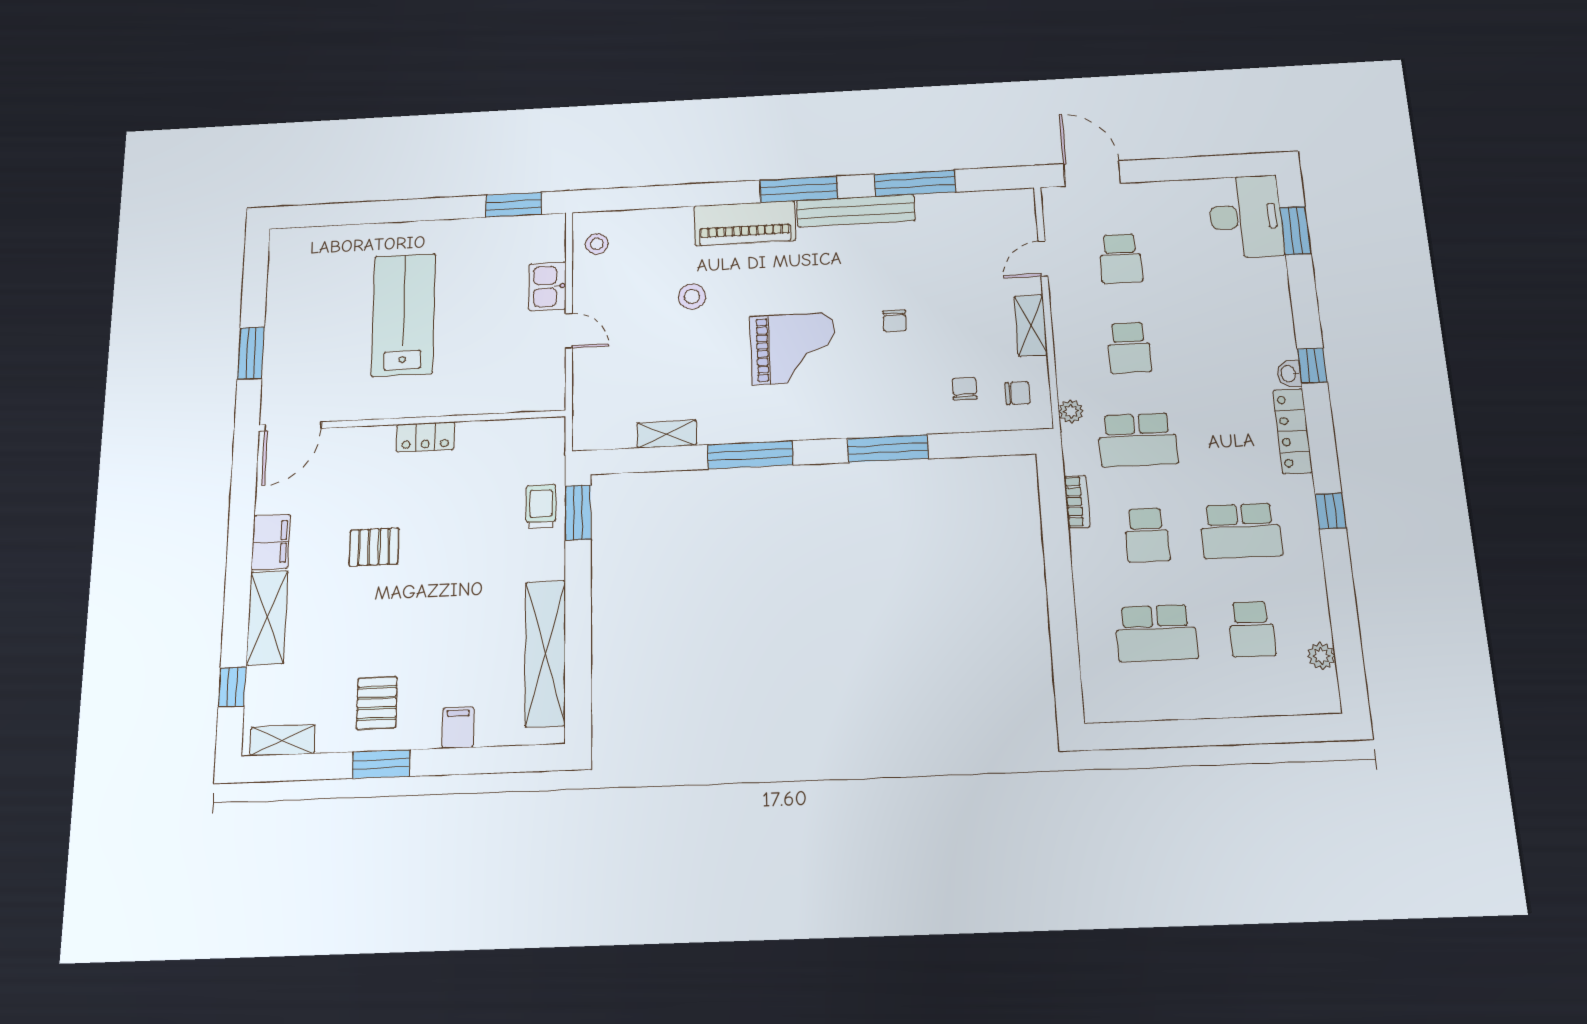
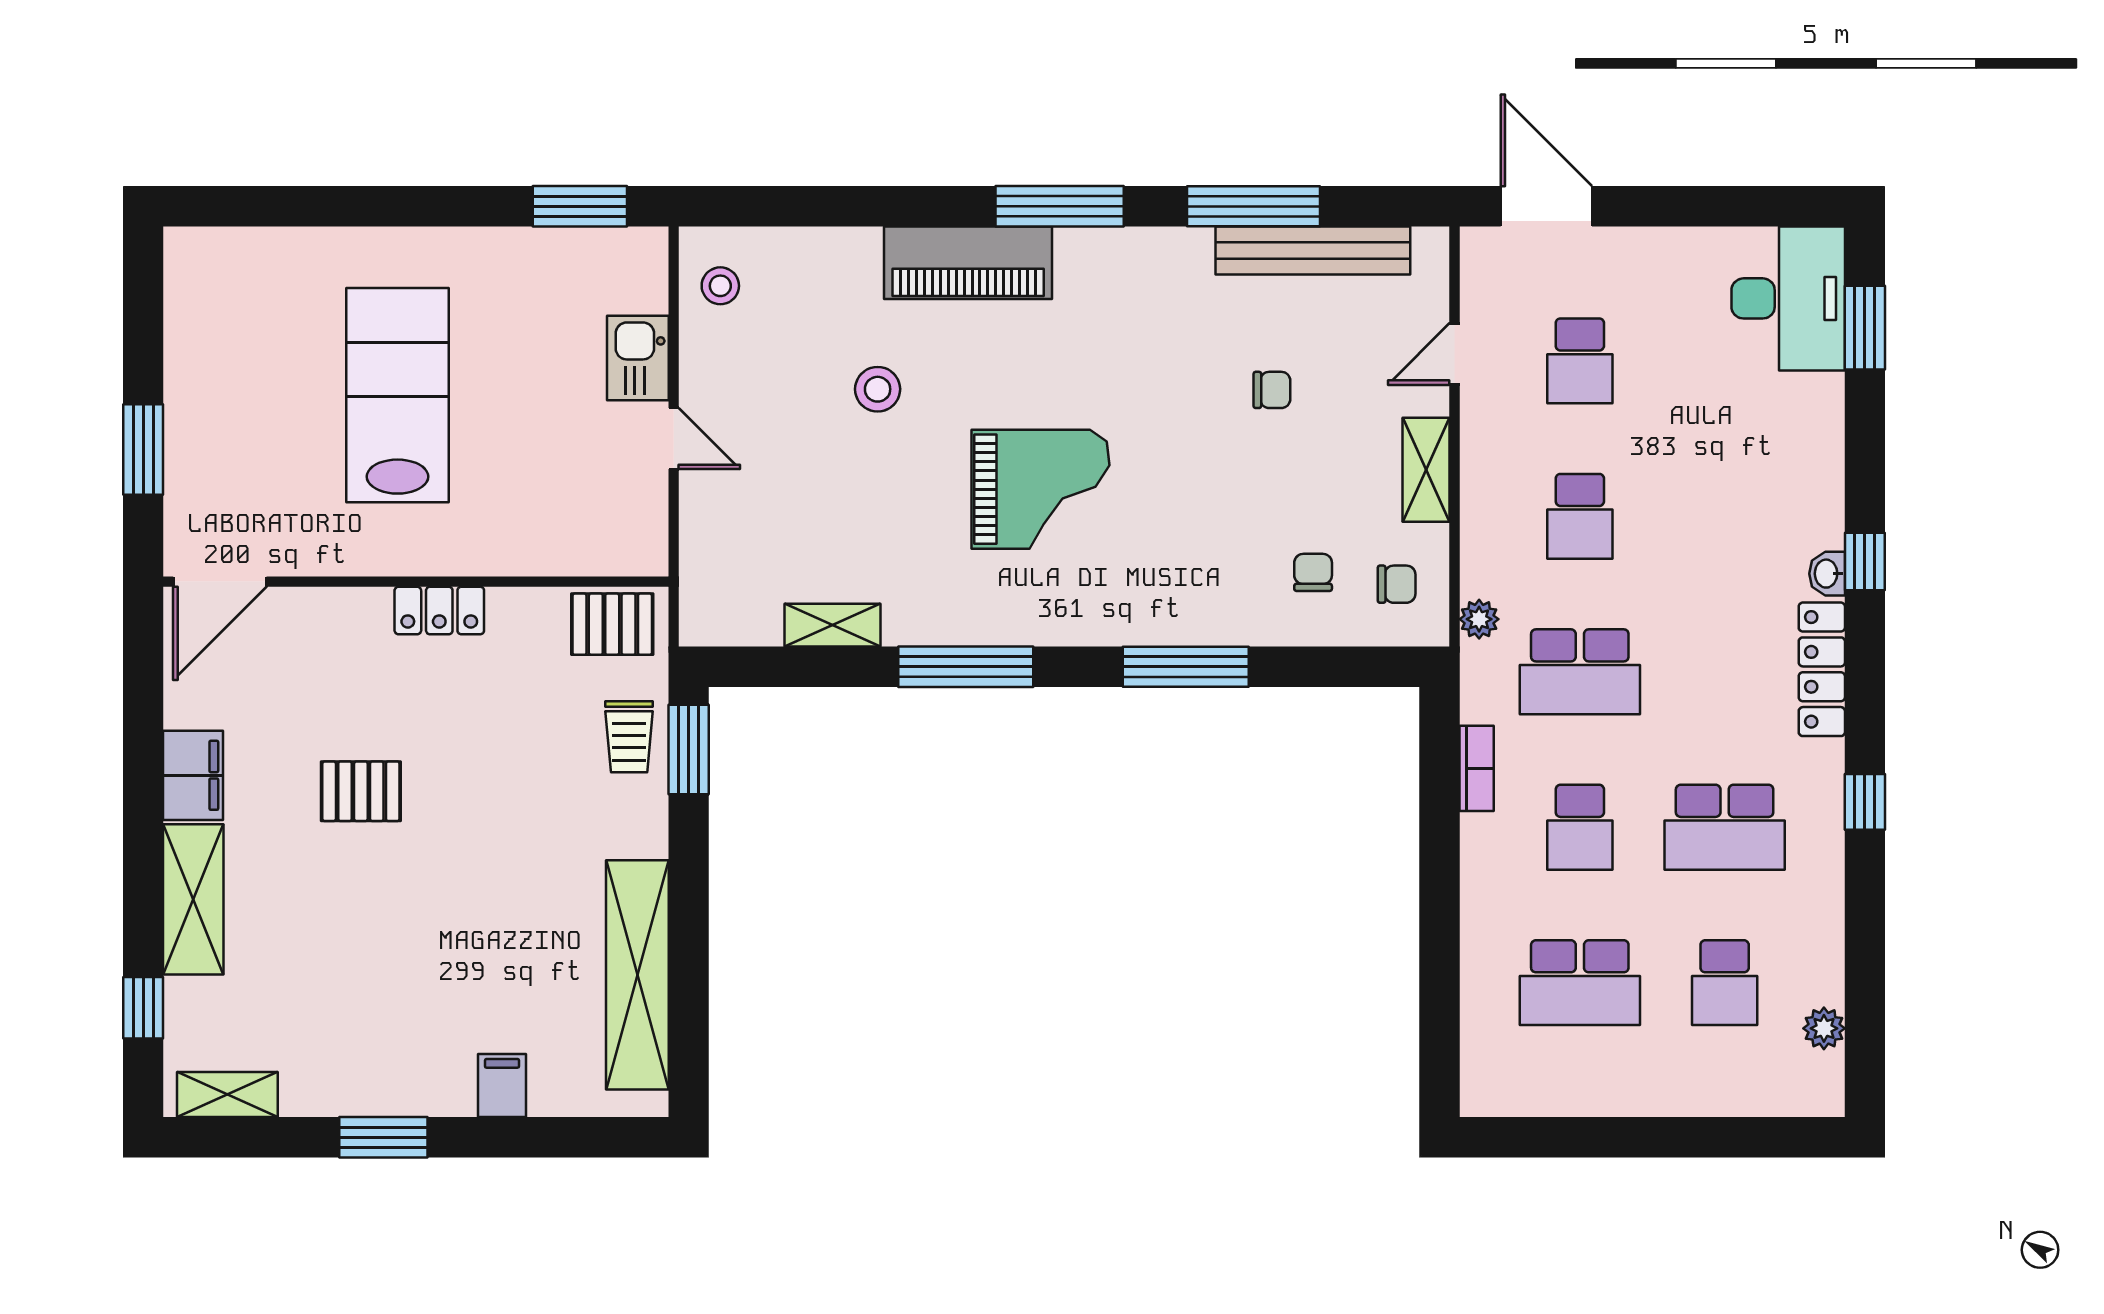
bench: (856, 211) -> (1313, 250), moved
chair: (895, 321) -> (1272, 390), moved, turned -90
trolley: (541, 506) -> (629, 737), turned 180
pallet: (377, 703) -> (612, 624), moved, turned 90

